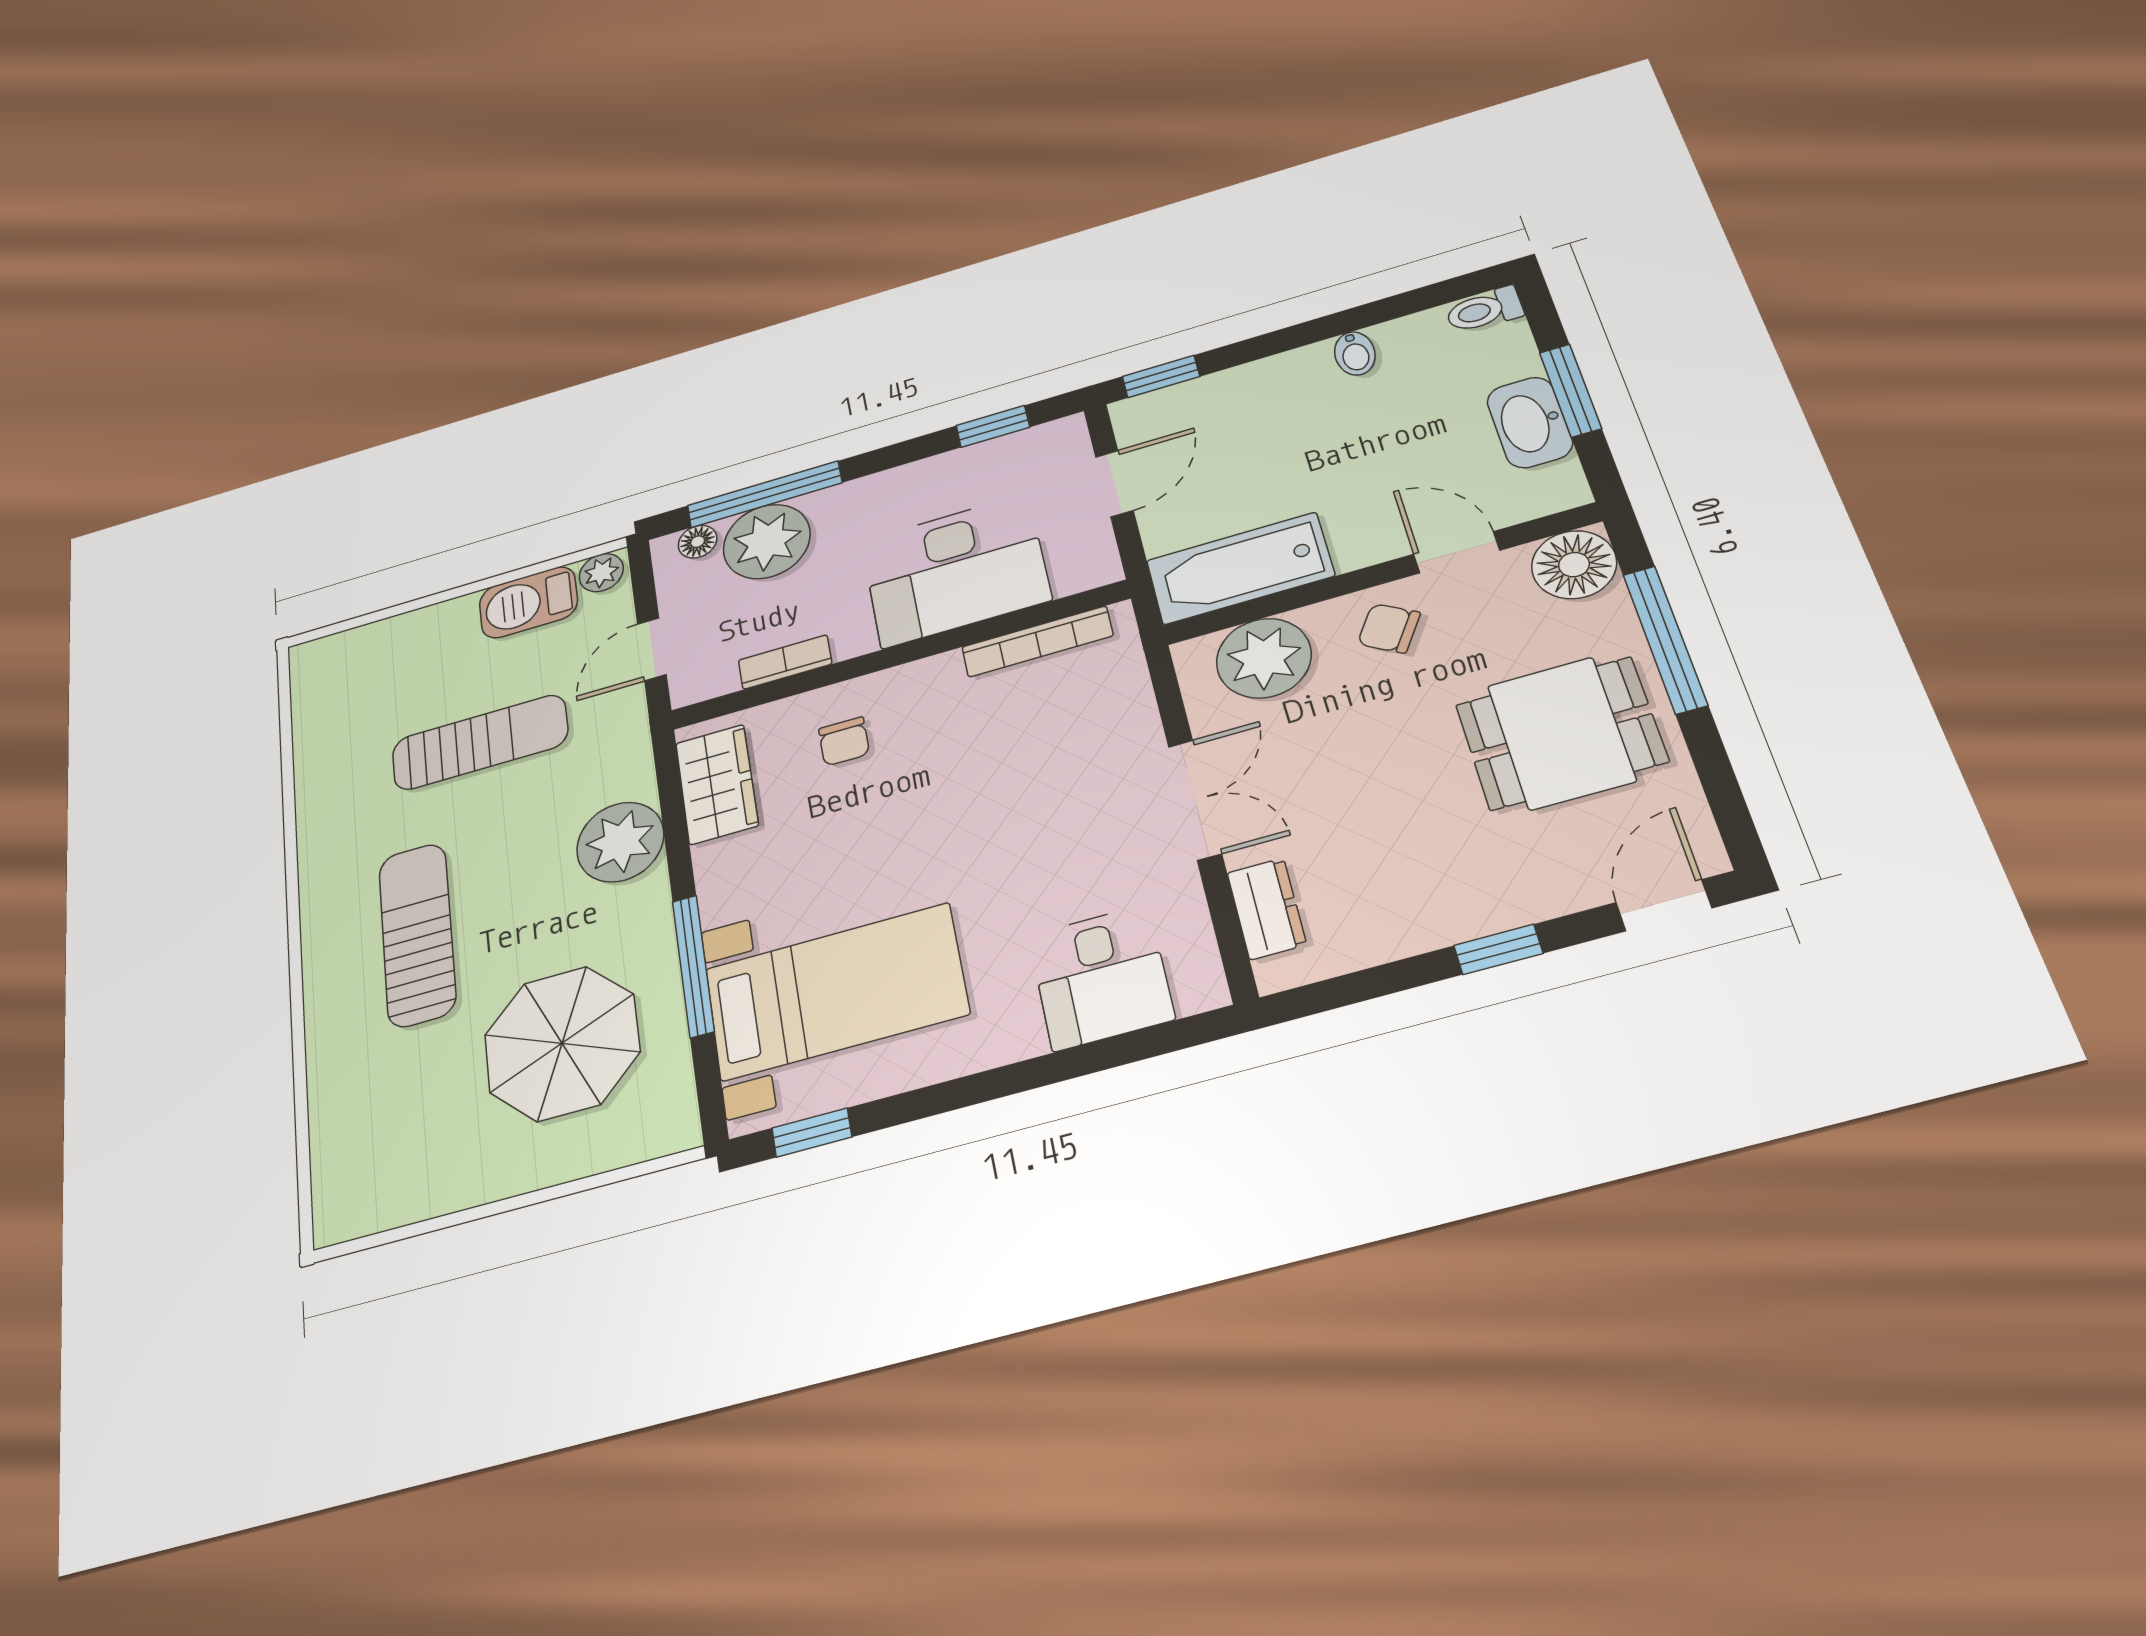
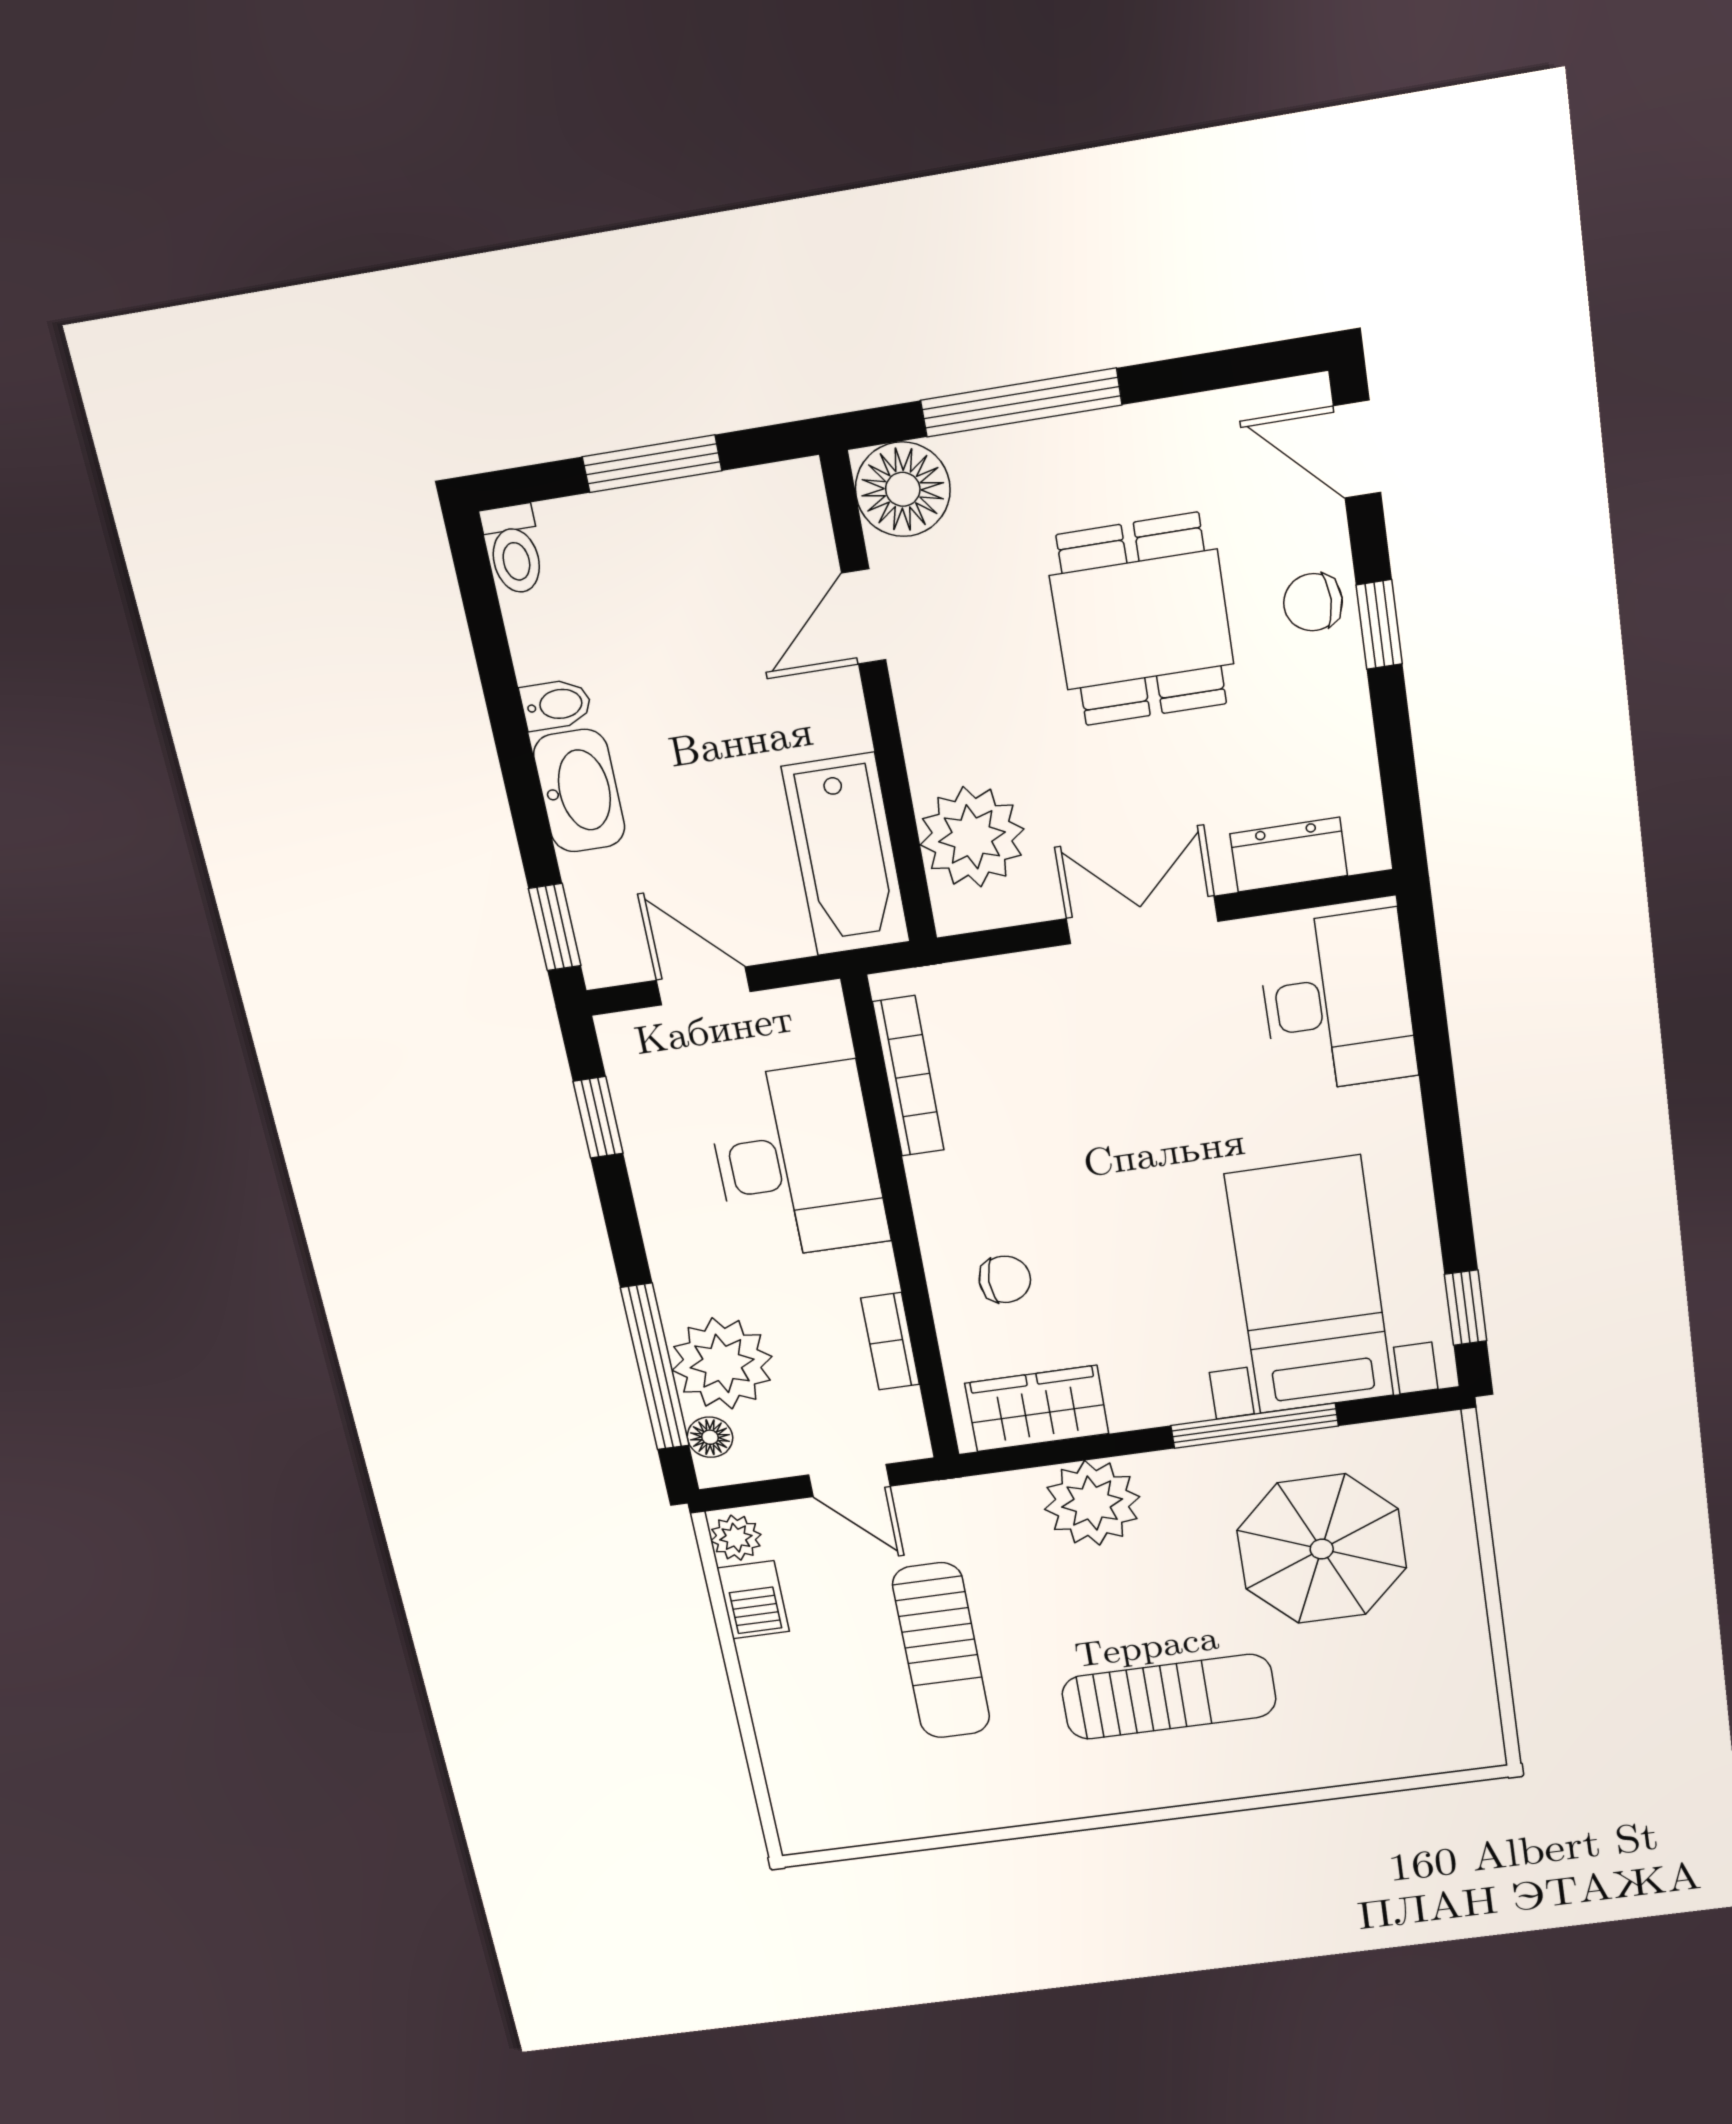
washbasin: (1530, 422) -> (579, 791), moved, turned -90
barbecue: (528, 602) -> (753, 1600), width x0.73, depth x0.79
chair: (1389, 628) -> (1313, 602), moved, turned 58
dining table: (1561, 733) -> (1142, 620), moved
sun lounger: (480, 742) -> (941, 1651), turned 180
sun lounger: (417, 934) -> (1169, 1697), turned 180
desk: (1101, 977) -> (1337, 1002), width x1.37

